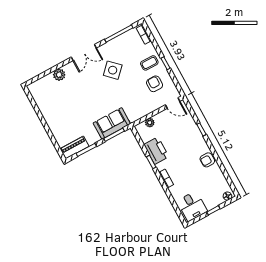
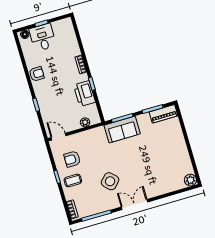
plant: (59, 75) -> (190, 180), moved
armchair: (155, 84) -> (72, 159), turned 90
desk: (192, 206) -> (43, 37), moved

